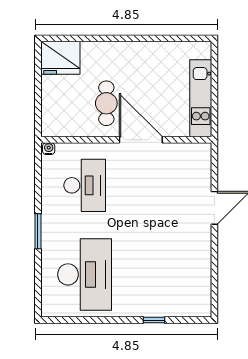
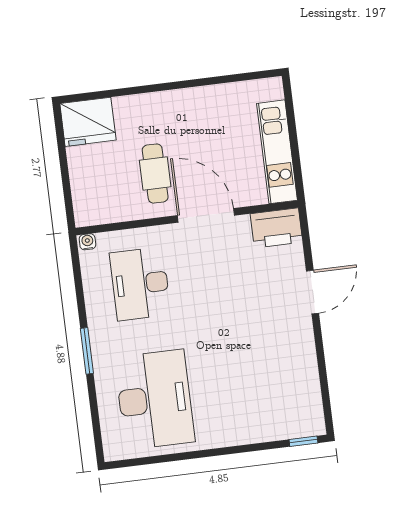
printer: (193, 156) -> (276, 228), added
desk: (85, 185) -> (140, 284), turned 180
window: (154, 320) -> (303, 441), moved

